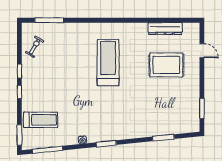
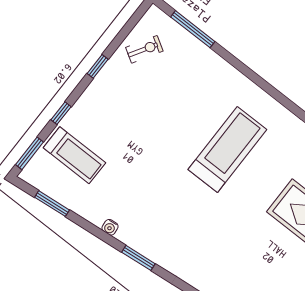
window: (19, 92) -> (61, 113), moved
window: (48, 150) -> (52, 204), width x0.69

